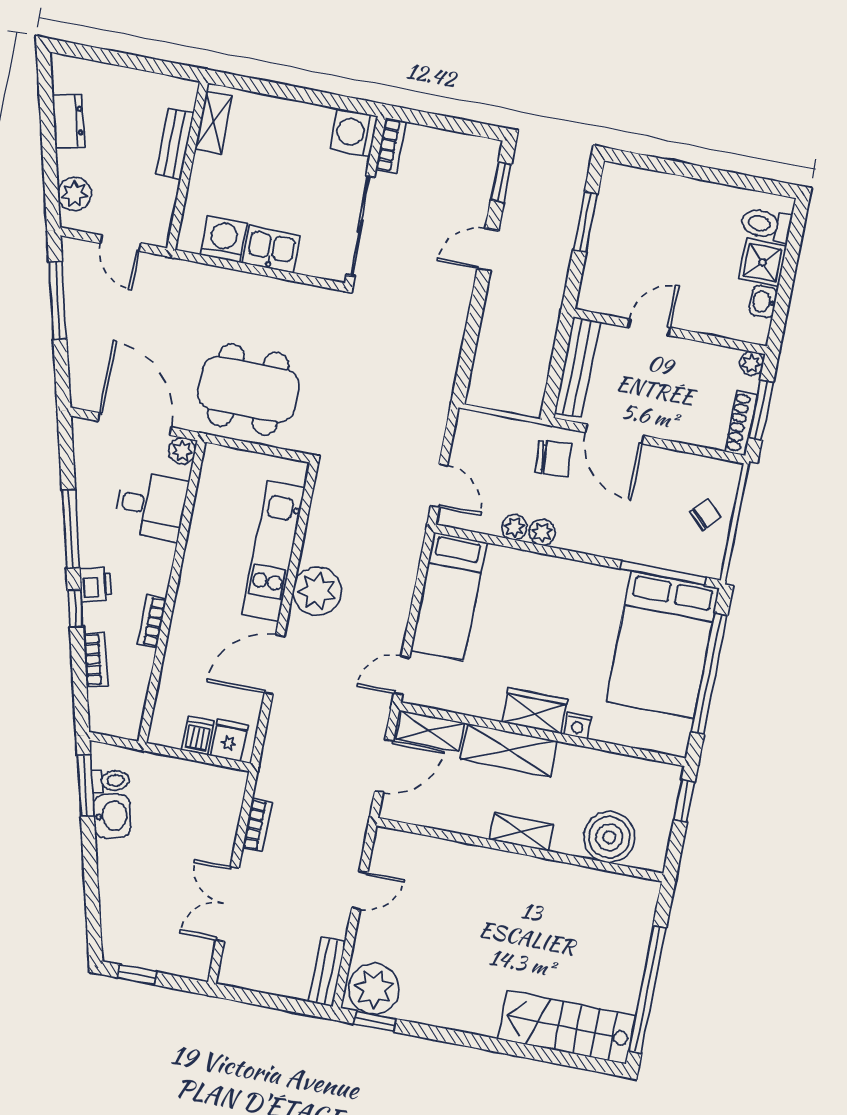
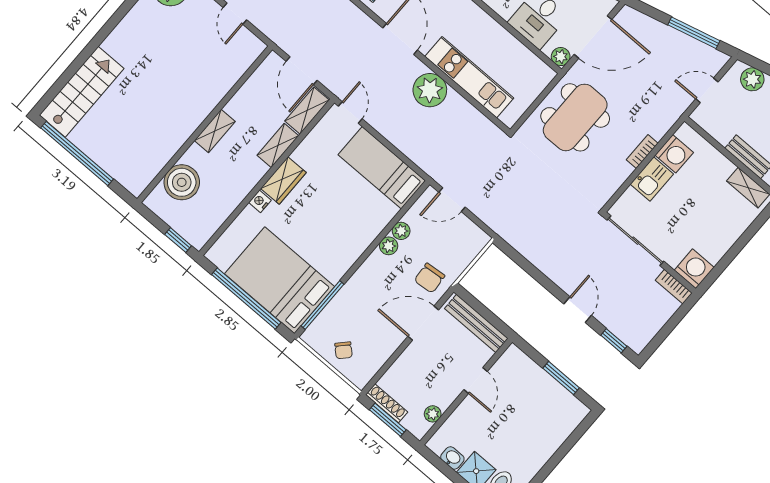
bookcase: (243, 281) -> (642, 151), added
plant: (752, 363) -> (433, 414), moved
shelving: (509, 750) -> (278, 146), width x0.67, depth x0.75

